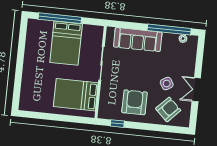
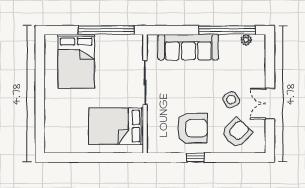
window: (60, 18) -> (106, 30), moved
bed: (66, 43) -> (76, 61), moved
armchair: (134, 102) -> (192, 128), turned 90
window: (117, 124) -> (195, 158), moved

